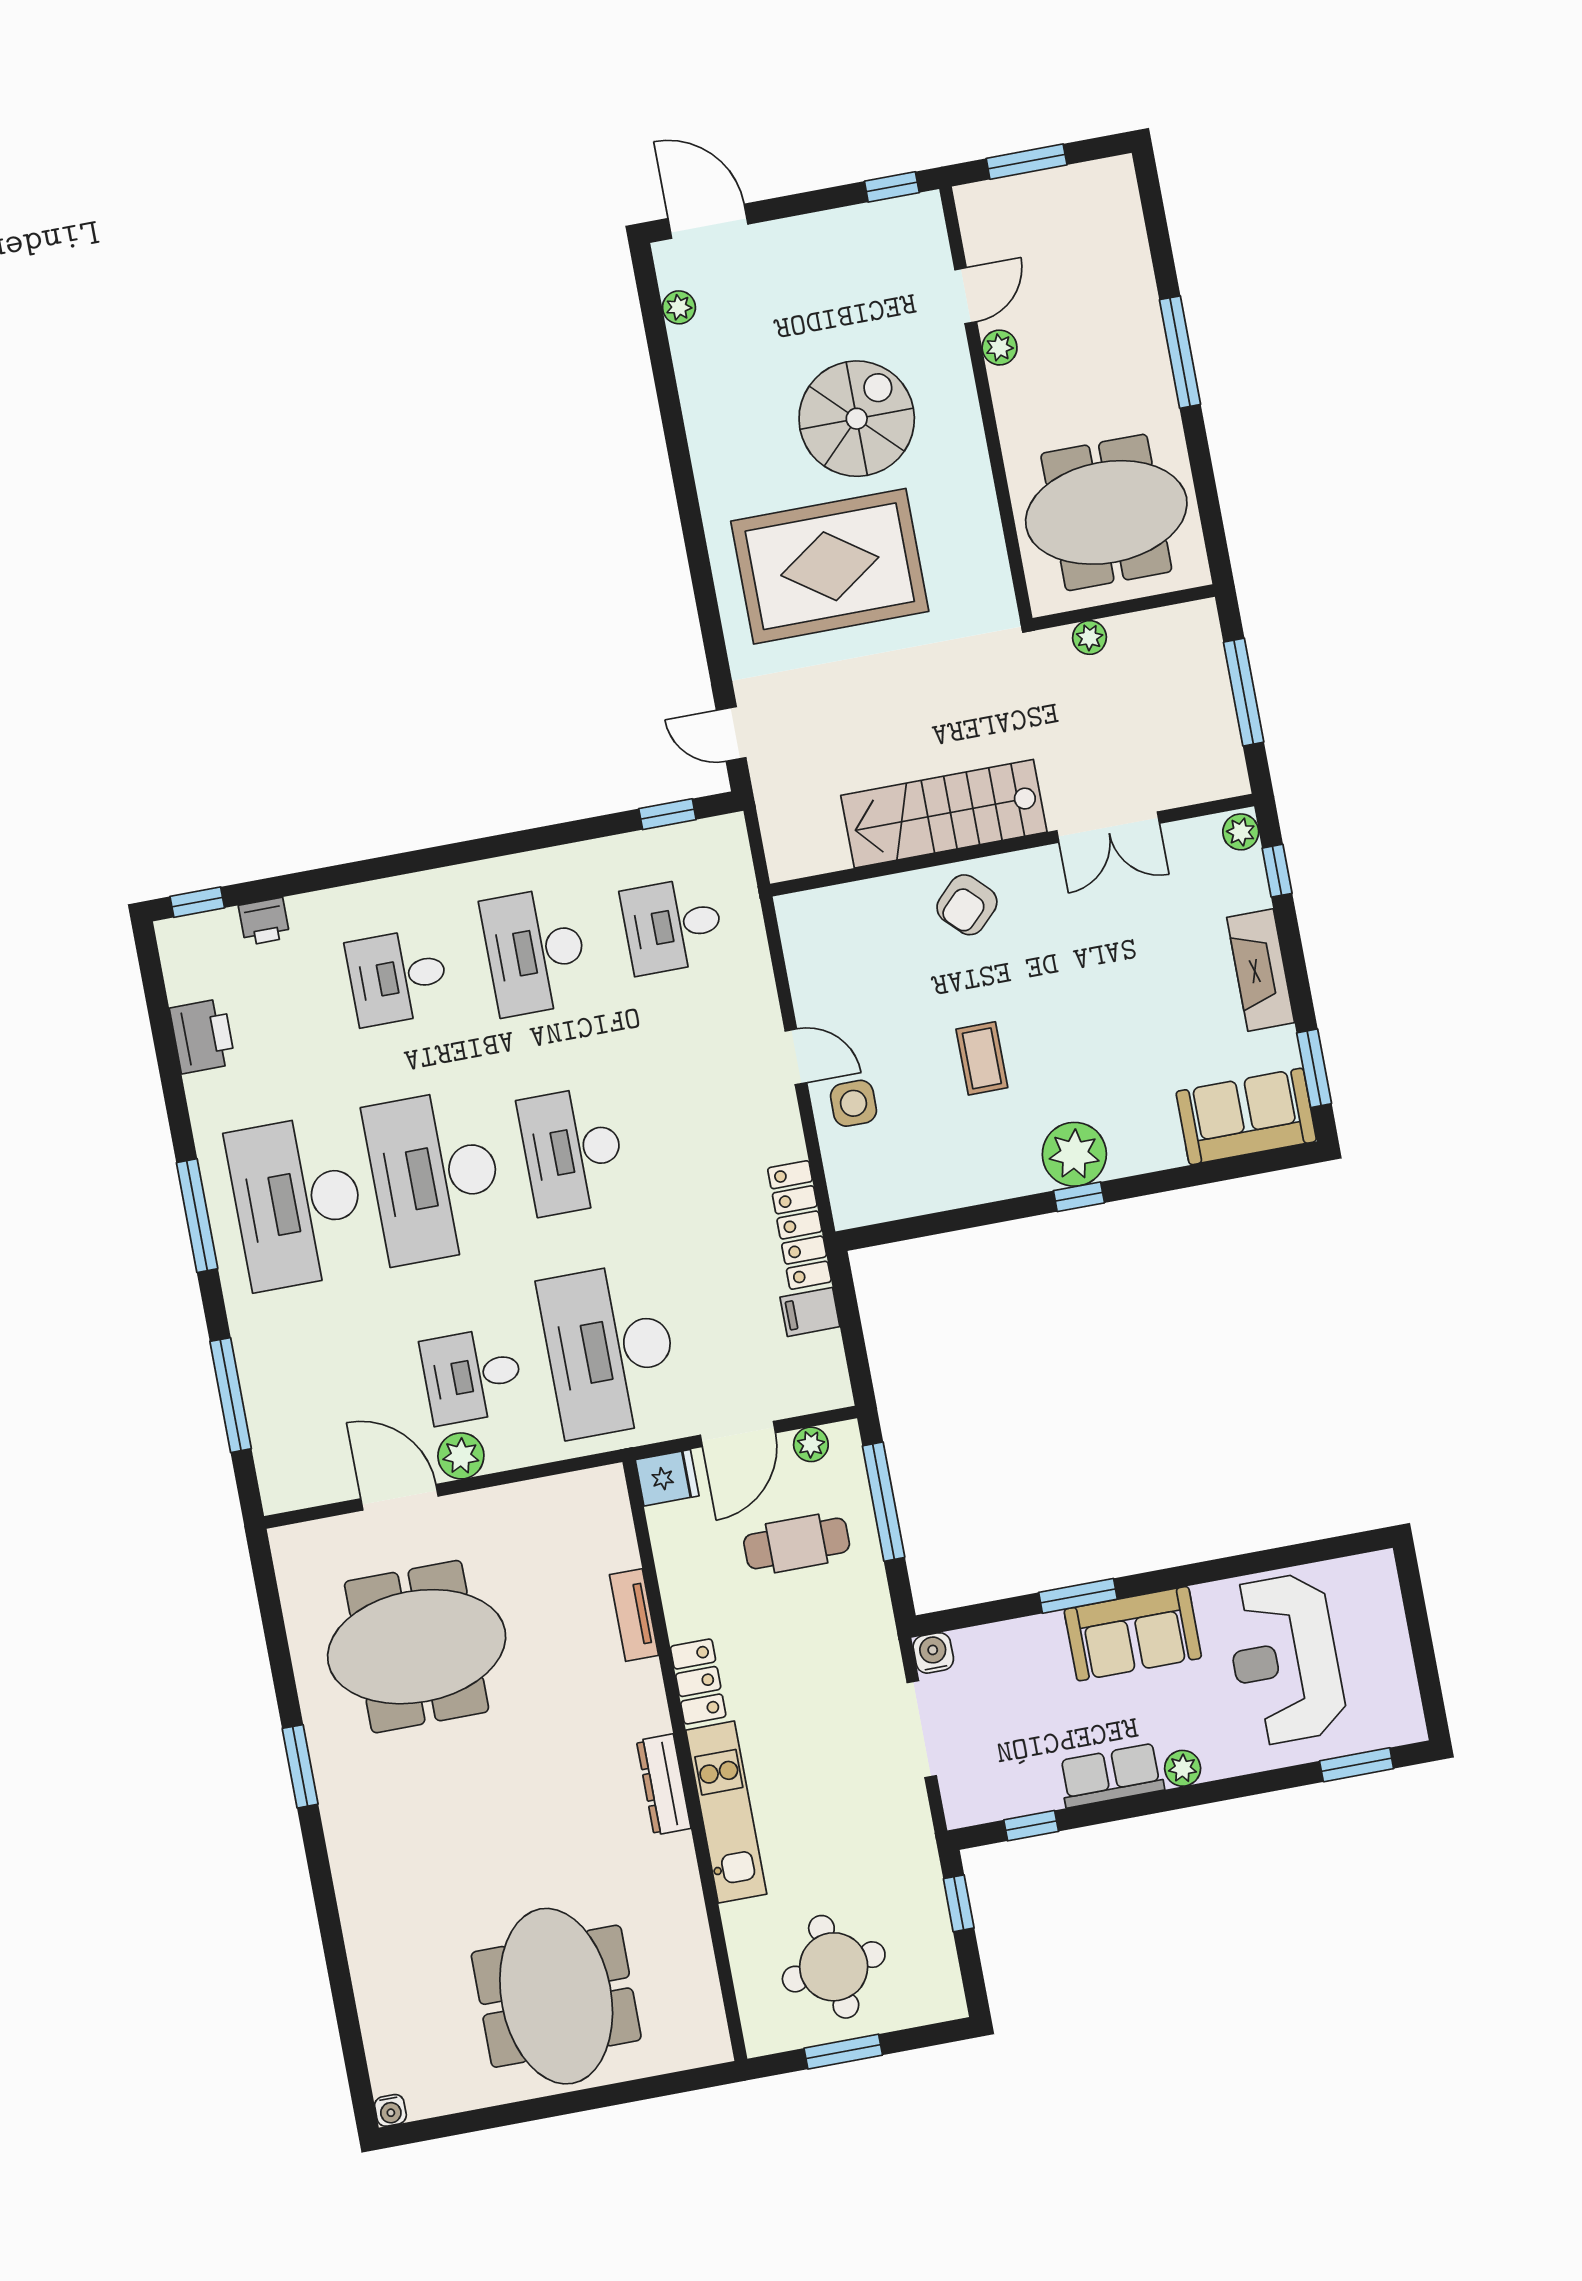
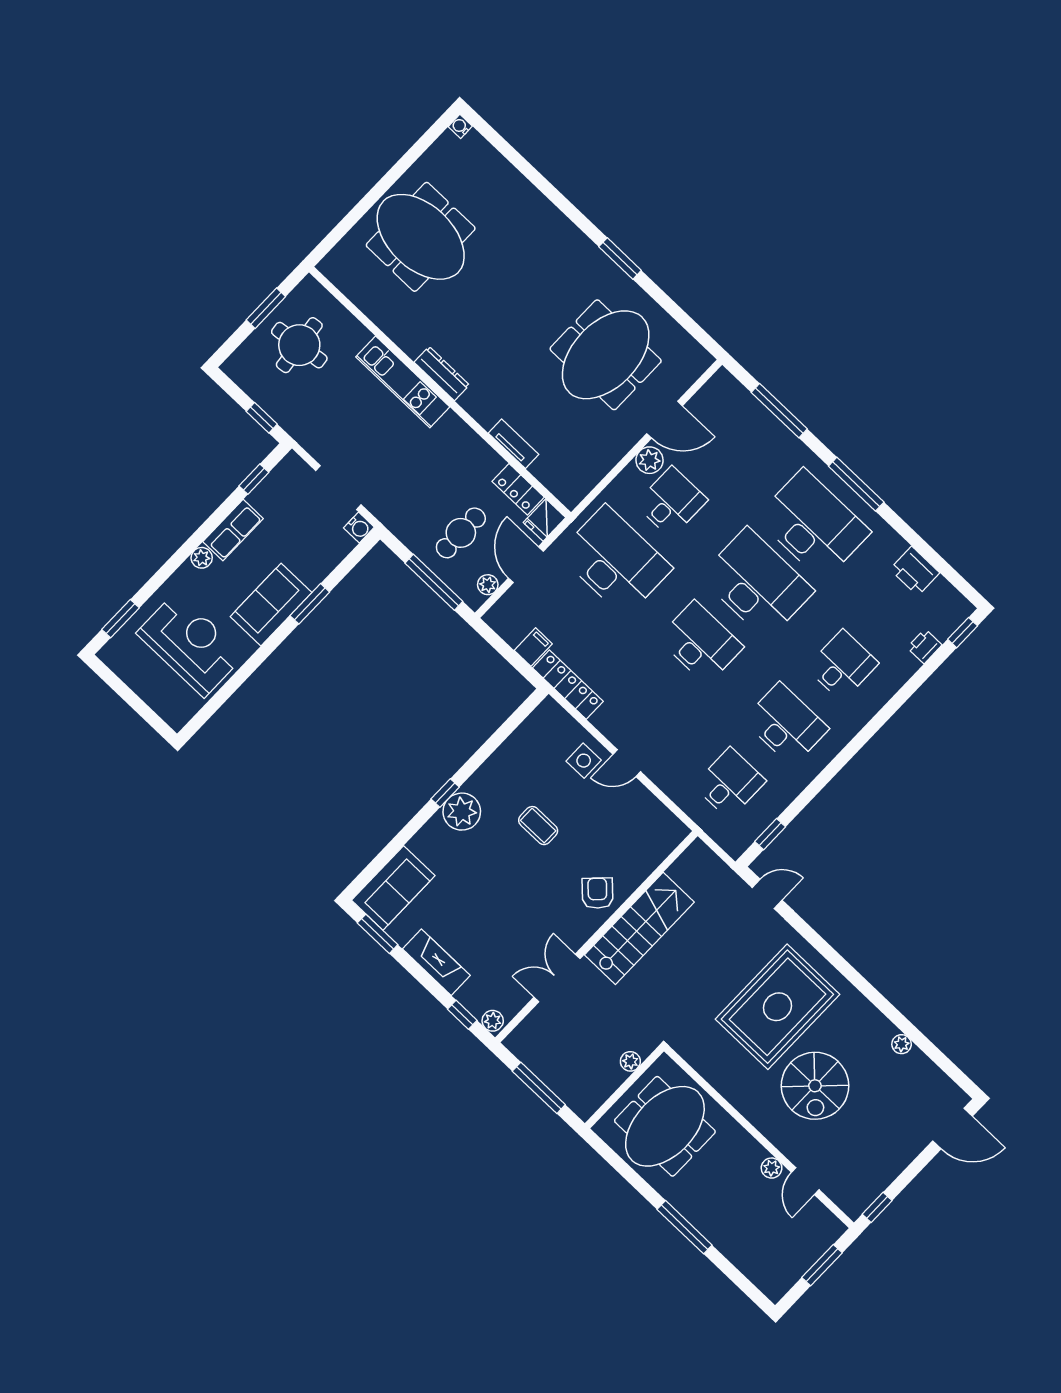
plant: (679, 307) -> (902, 1044), moved
locker: (698, 1681) -> (518, 489), moved

